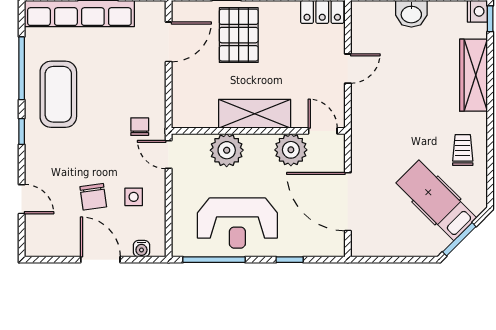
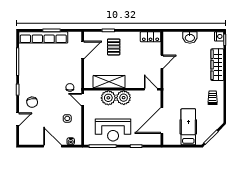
pallet: (239, 35) -> (114, 47), width x0.67, depth x0.71
coffee table: (58, 94) -> (34, 73), removed
shelving: (255, 114) -> (109, 82), moved
plant: (291, 150) -> (124, 98), moved
chair: (93, 197) -> (32, 102), moved
door: (22, 199) -> (18, 119), hinge flipped
hospital bed: (436, 200) -> (188, 127), moved, turned 45
door: (348, 202) -> (162, 121), hinge flipped

